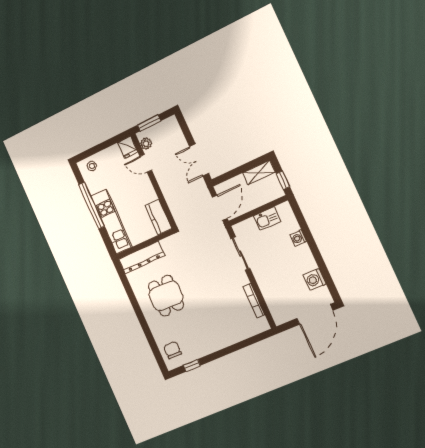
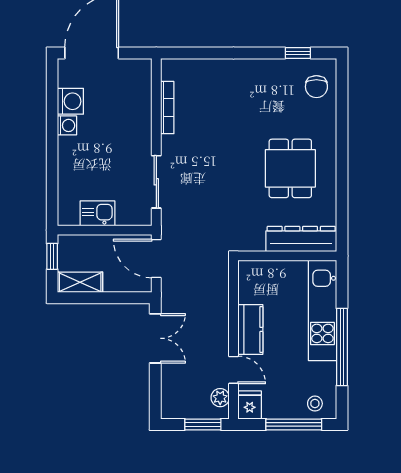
window: (98, 148) -> (294, 424), added
door: (220, 208) -> (156, 258), hinge flipped
kitchen counter: (158, 217) -> (250, 329), moved
washing machine: (298, 238) -> (67, 125), moved

